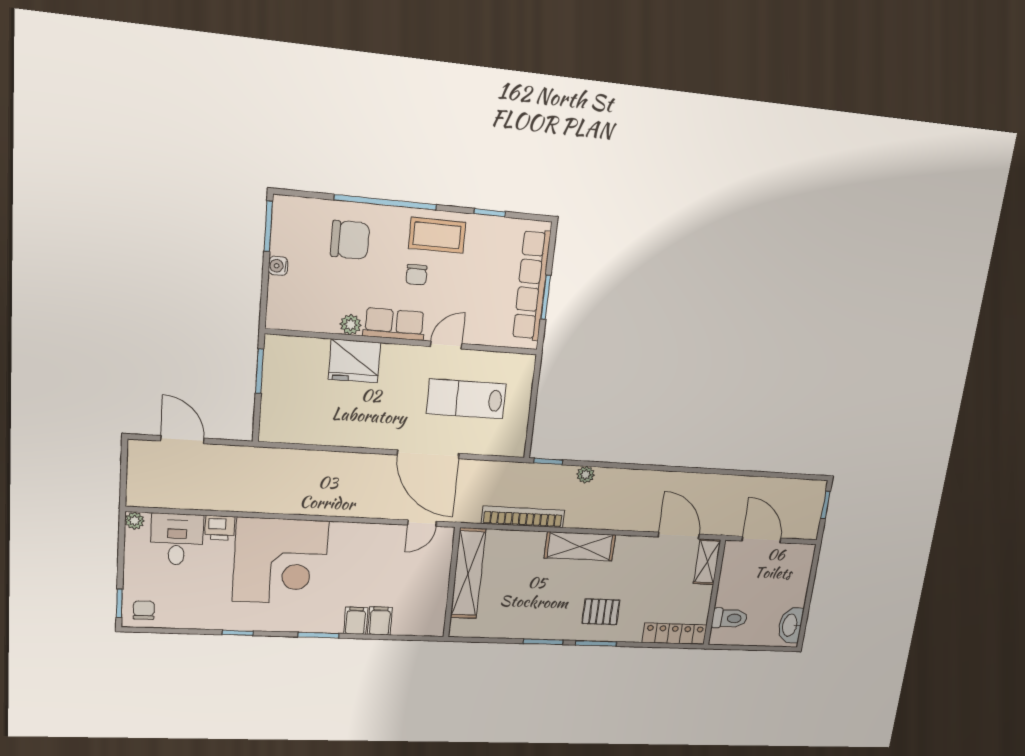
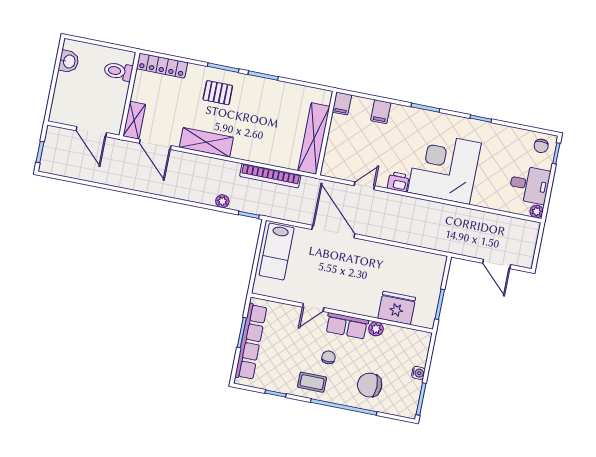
coffee table: (437, 235) -> (312, 382), width x0.73, depth x0.77
fridge: (355, 361) -> (397, 308), moved
lab bench: (466, 399) -> (277, 252), moved, turned 90
door: (422, 523) -> (364, 186), moved
printer: (220, 528) -> (398, 182), moved
desk: (177, 539) -> (529, 185), moved, turned -90
shelving: (580, 546) -> (206, 142), moved
filing cabinet: (356, 621) -> (342, 104), moved
washbasin: (790, 625) -> (69, 61), width x0.72

